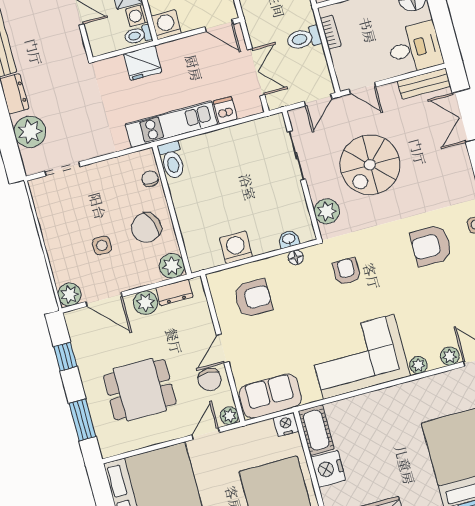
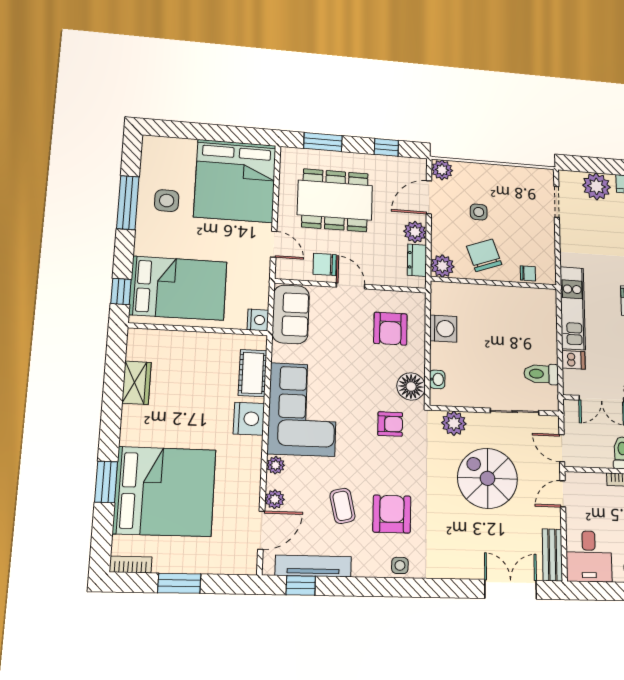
toilet: (172, 160) -> (541, 374), moved
floor lamp: (296, 257) -> (411, 386), width x1.89, depth x1.89
coffee table: (437, 293) -> (342, 506), added
dining table: (140, 390) -> (335, 200), width x1.38
plant: (229, 416) -> (284, 271), removed
cot: (316, 430) -> (253, 373), moved, turned 90
nightstand: (328, 469) -> (249, 419), moved, turned 90

